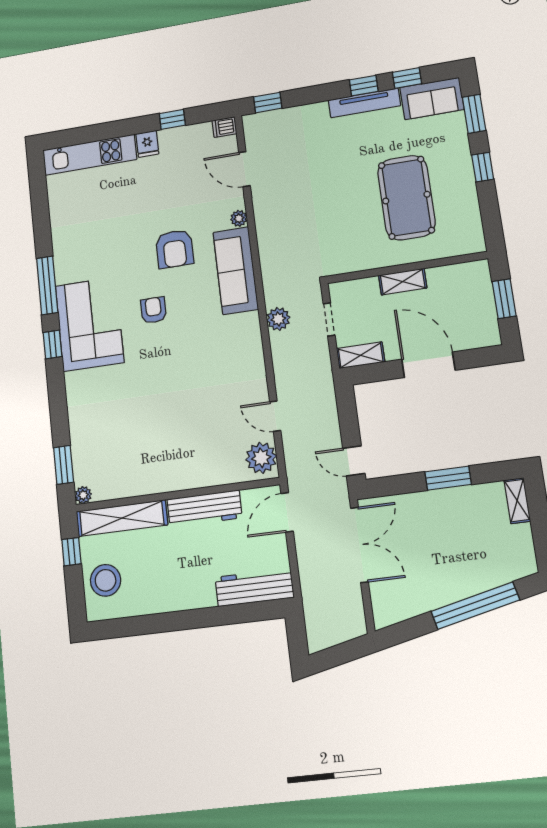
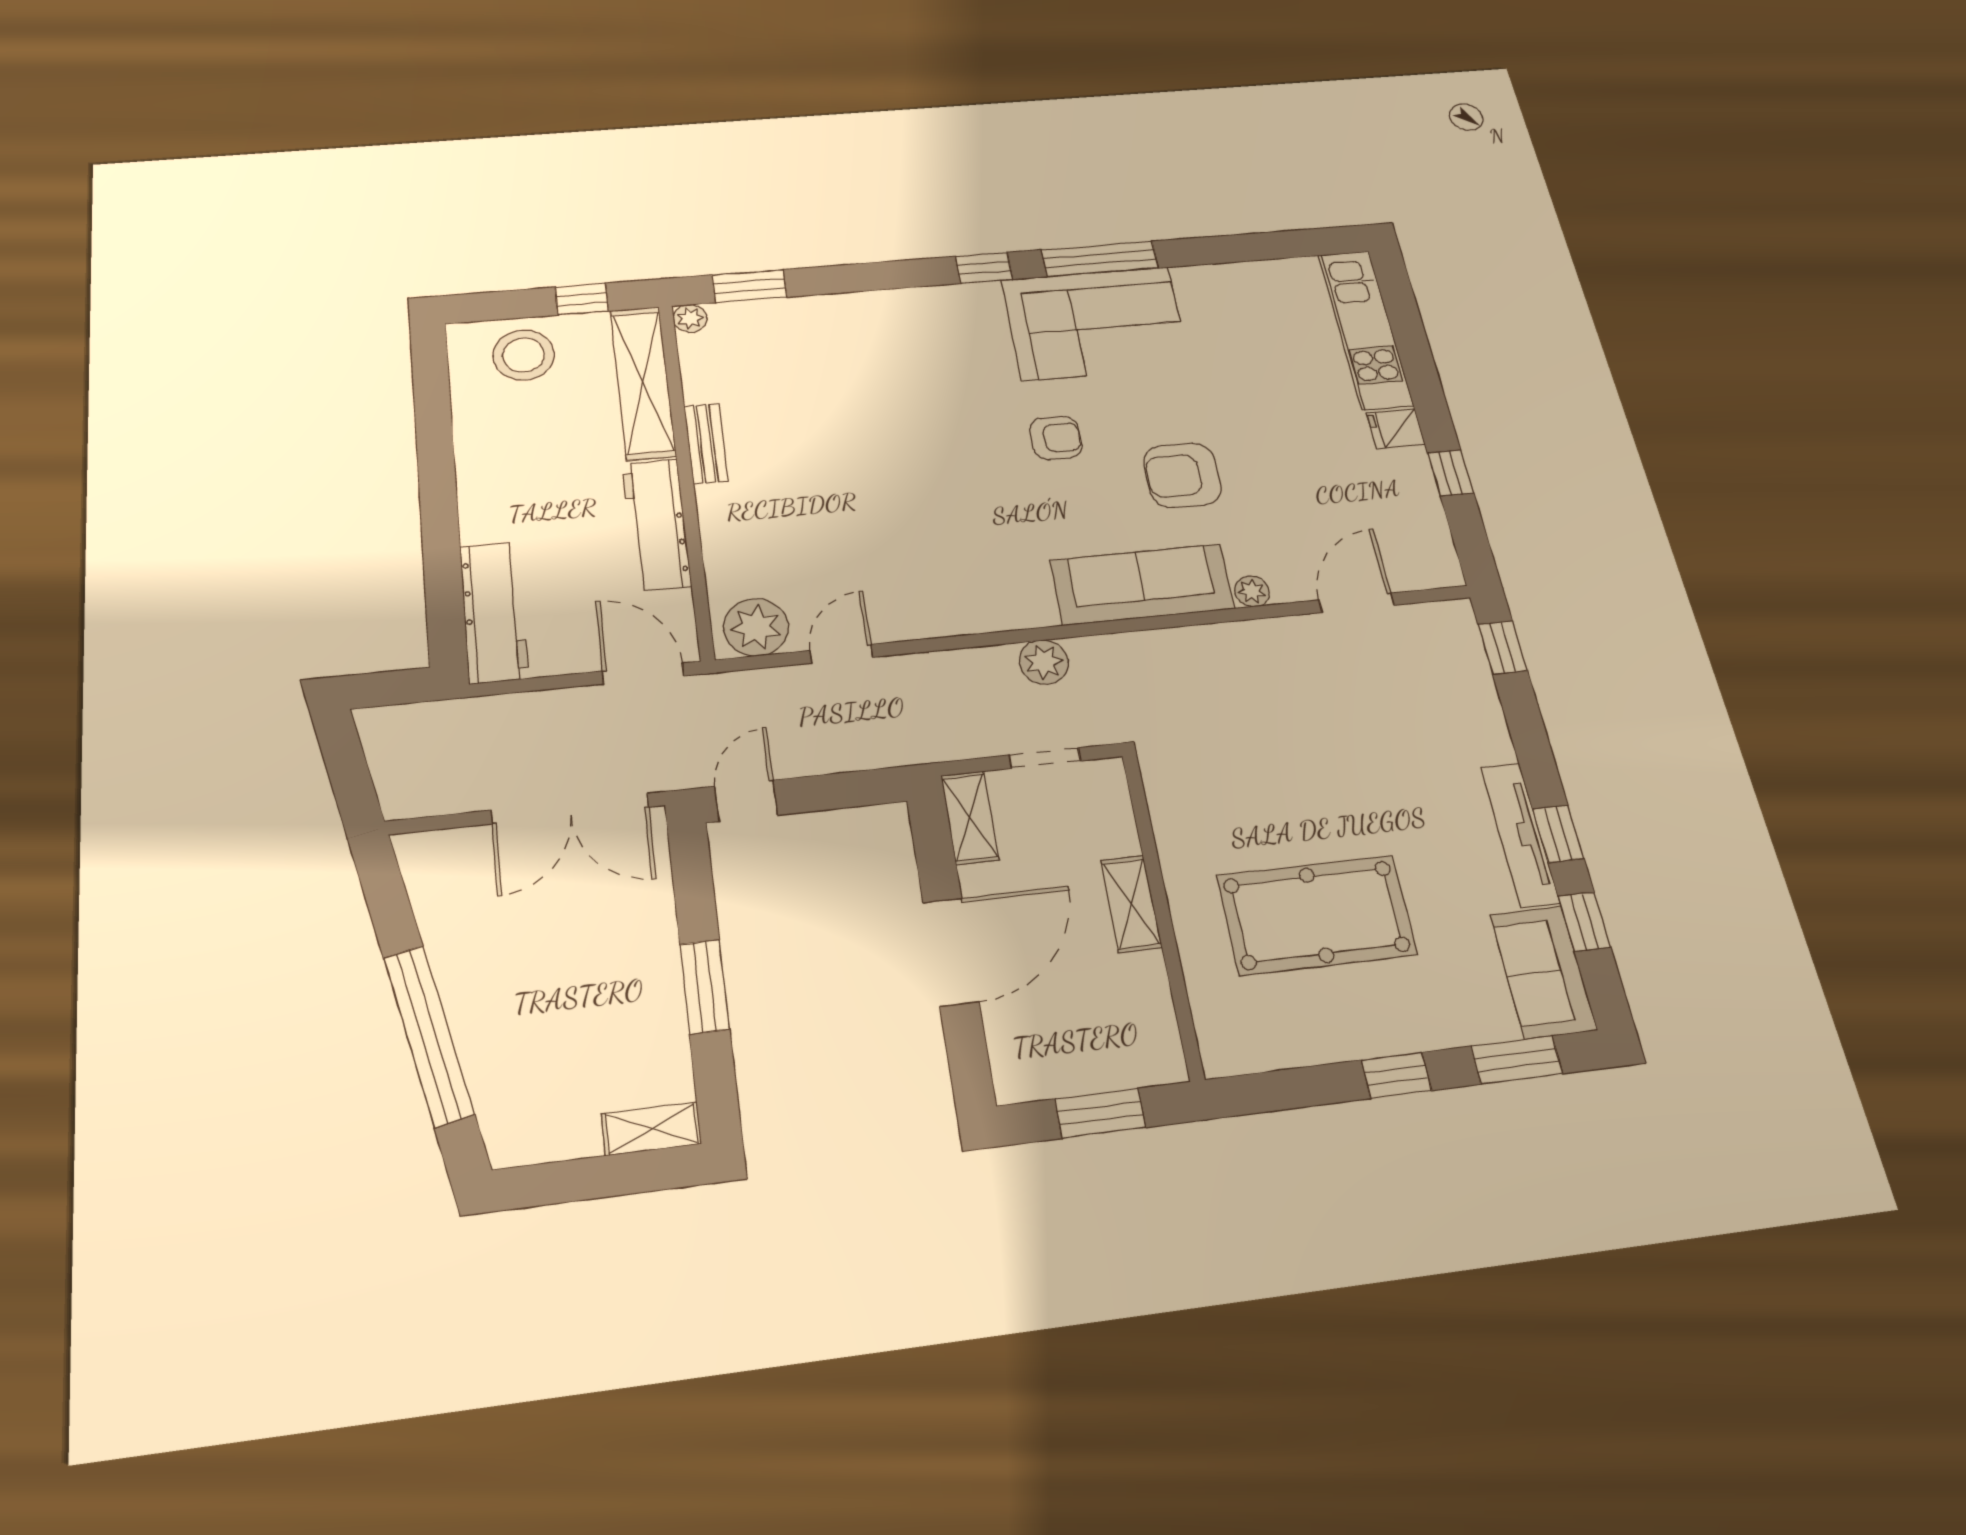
dishwasher: (224, 127) -> (1443, 566), removed
corner sofa: (89, 324) -> (1096, 323), moved
bench: (158, 485) -> (706, 444), added

